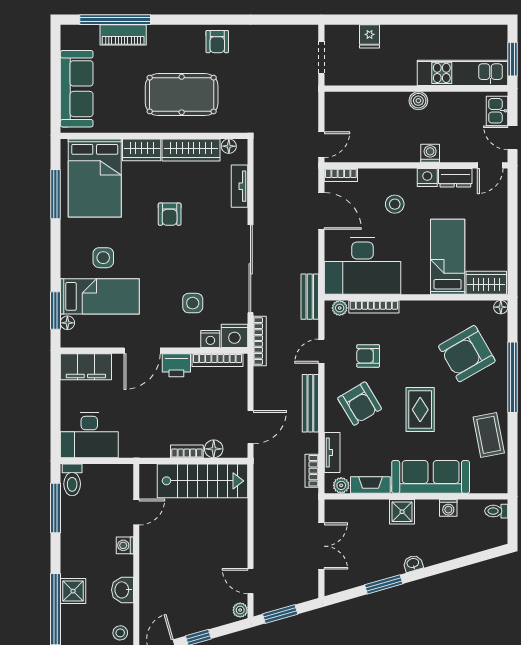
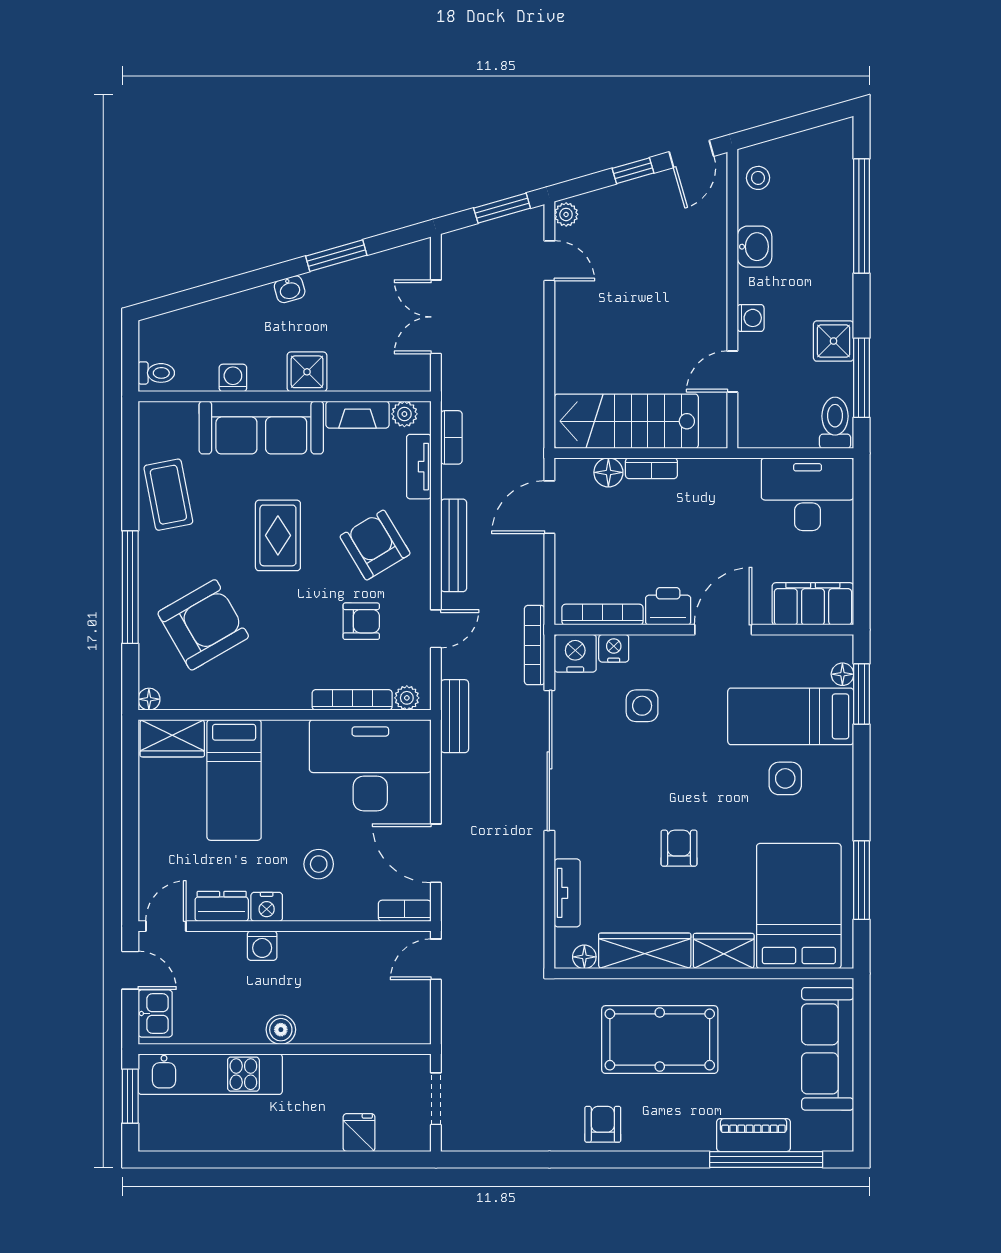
shower: (73, 591) -> (834, 341), moved

